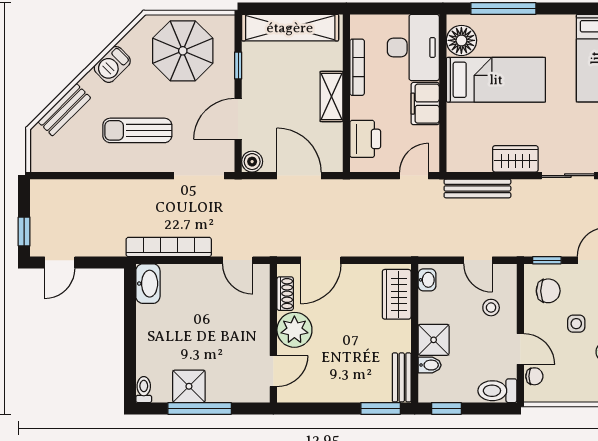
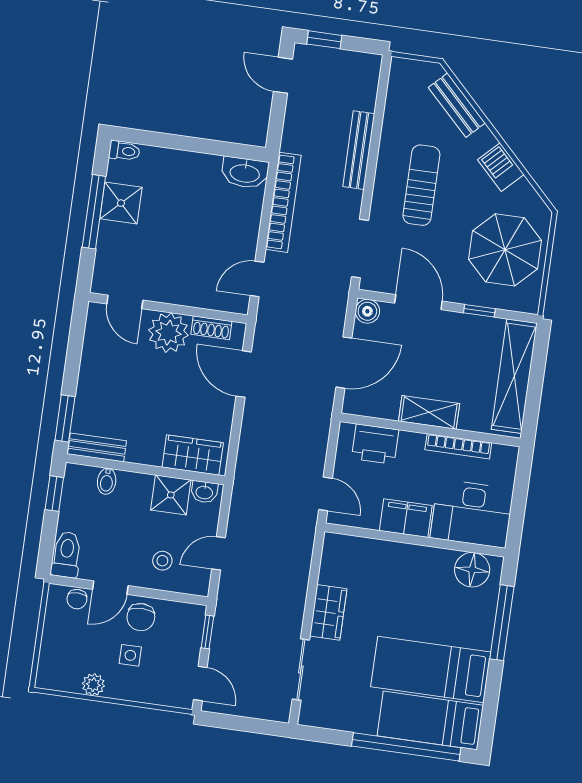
bed: (496, 80) -> (431, 669), moved, turned 90
bench: (477, 188) -> (359, 150), moved
chair: (548, 291) -> (141, 617), moved
shower: (434, 340) -> (171, 495), moved

